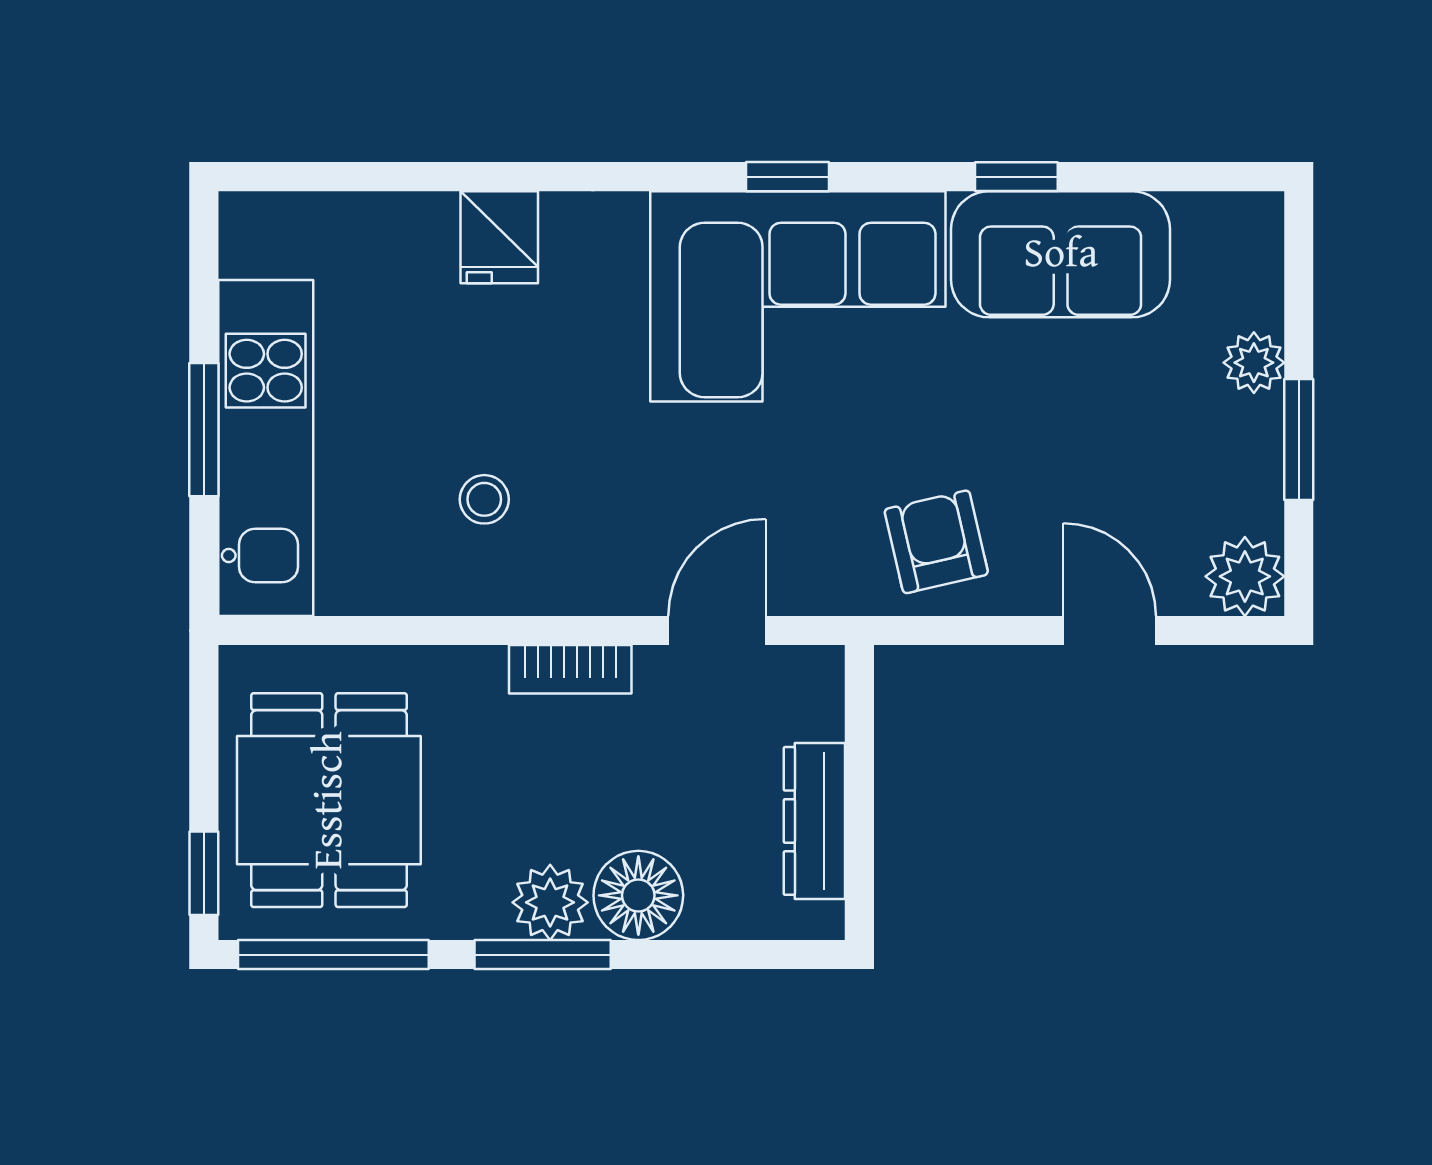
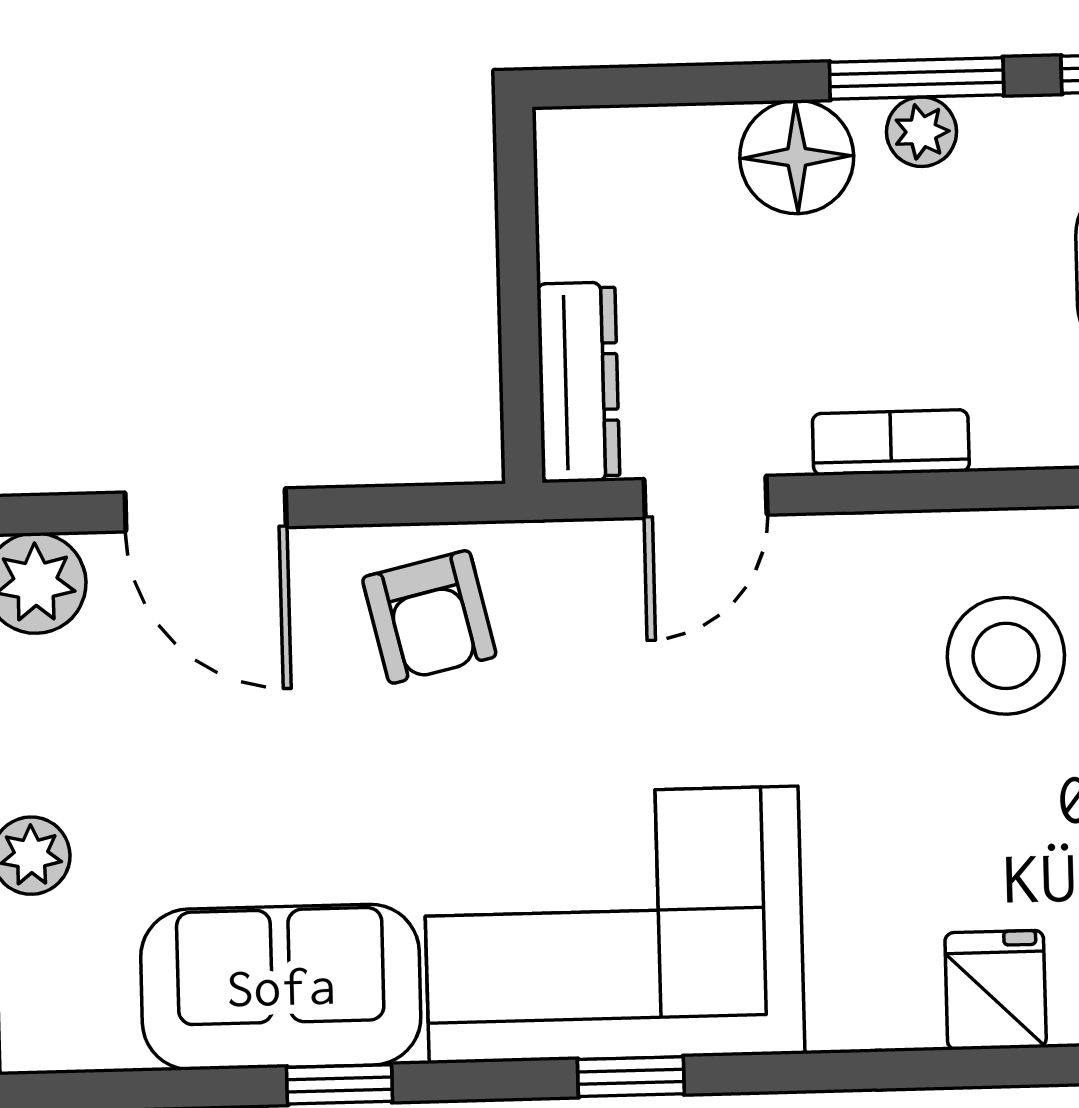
stool: (484, 499) -> (1006, 656), width x1.89, depth x1.89
door: (1110, 630) -> (206, 510), width x1.37
dresser: (814, 821) -> (578, 382), moved
plant: (550, 902) -> (922, 132), width x0.73, depth x0.73

